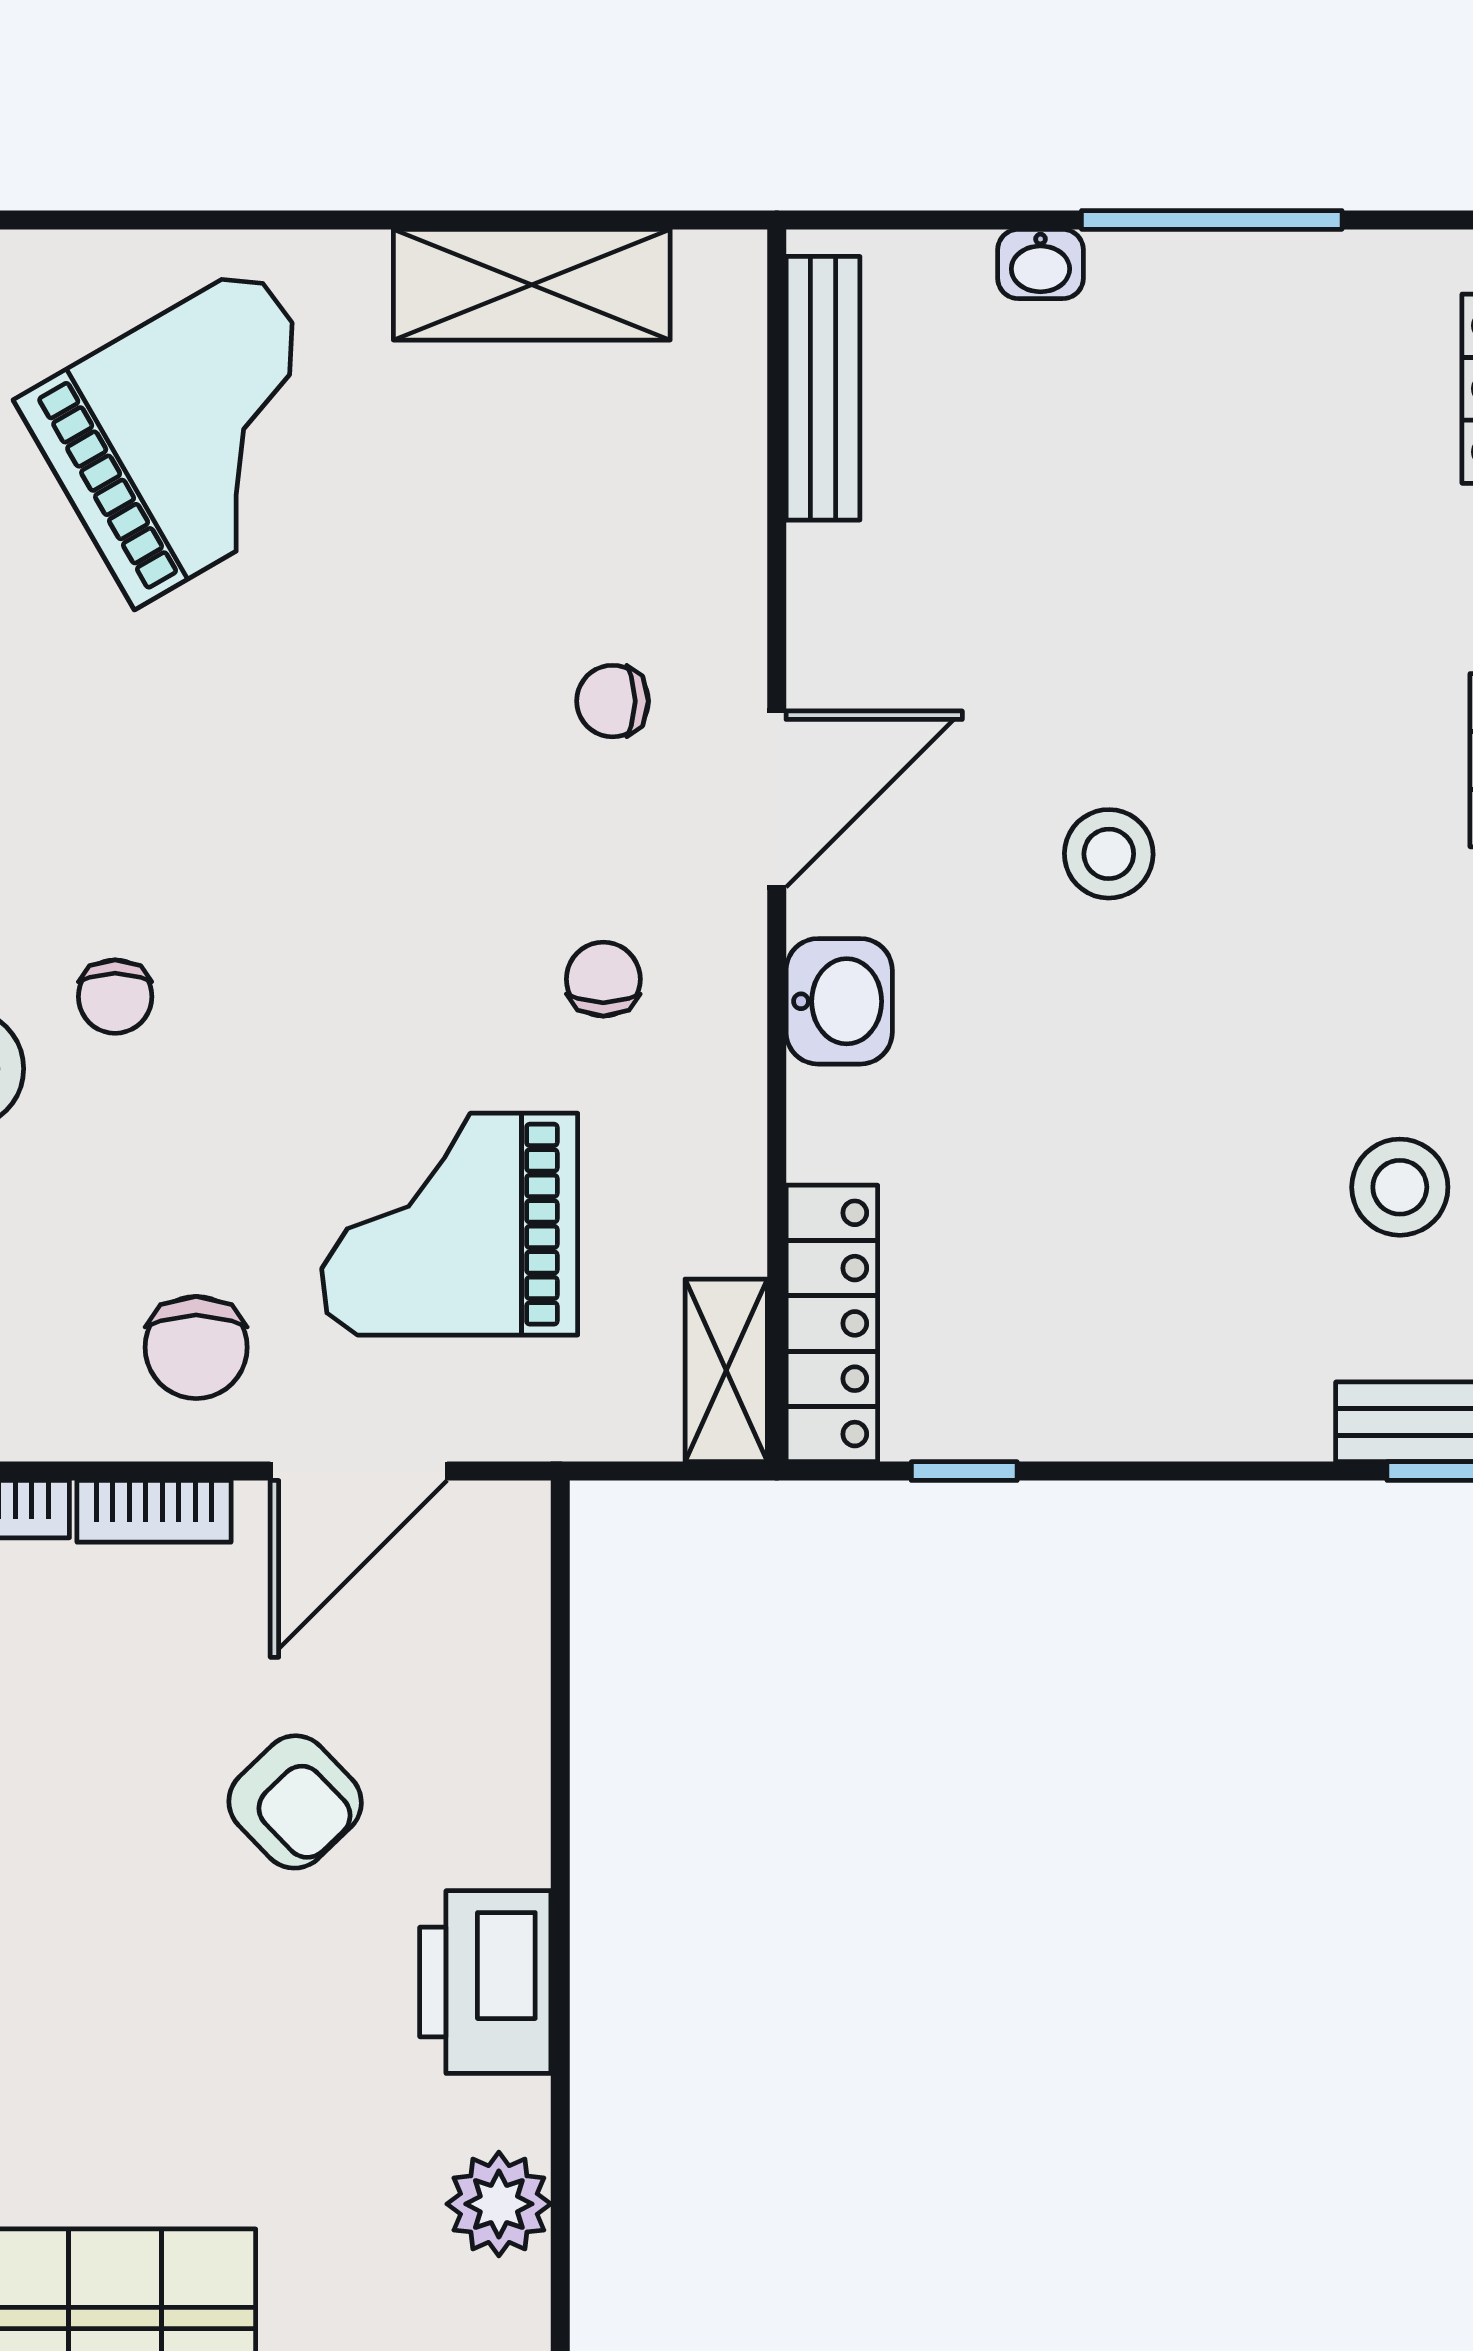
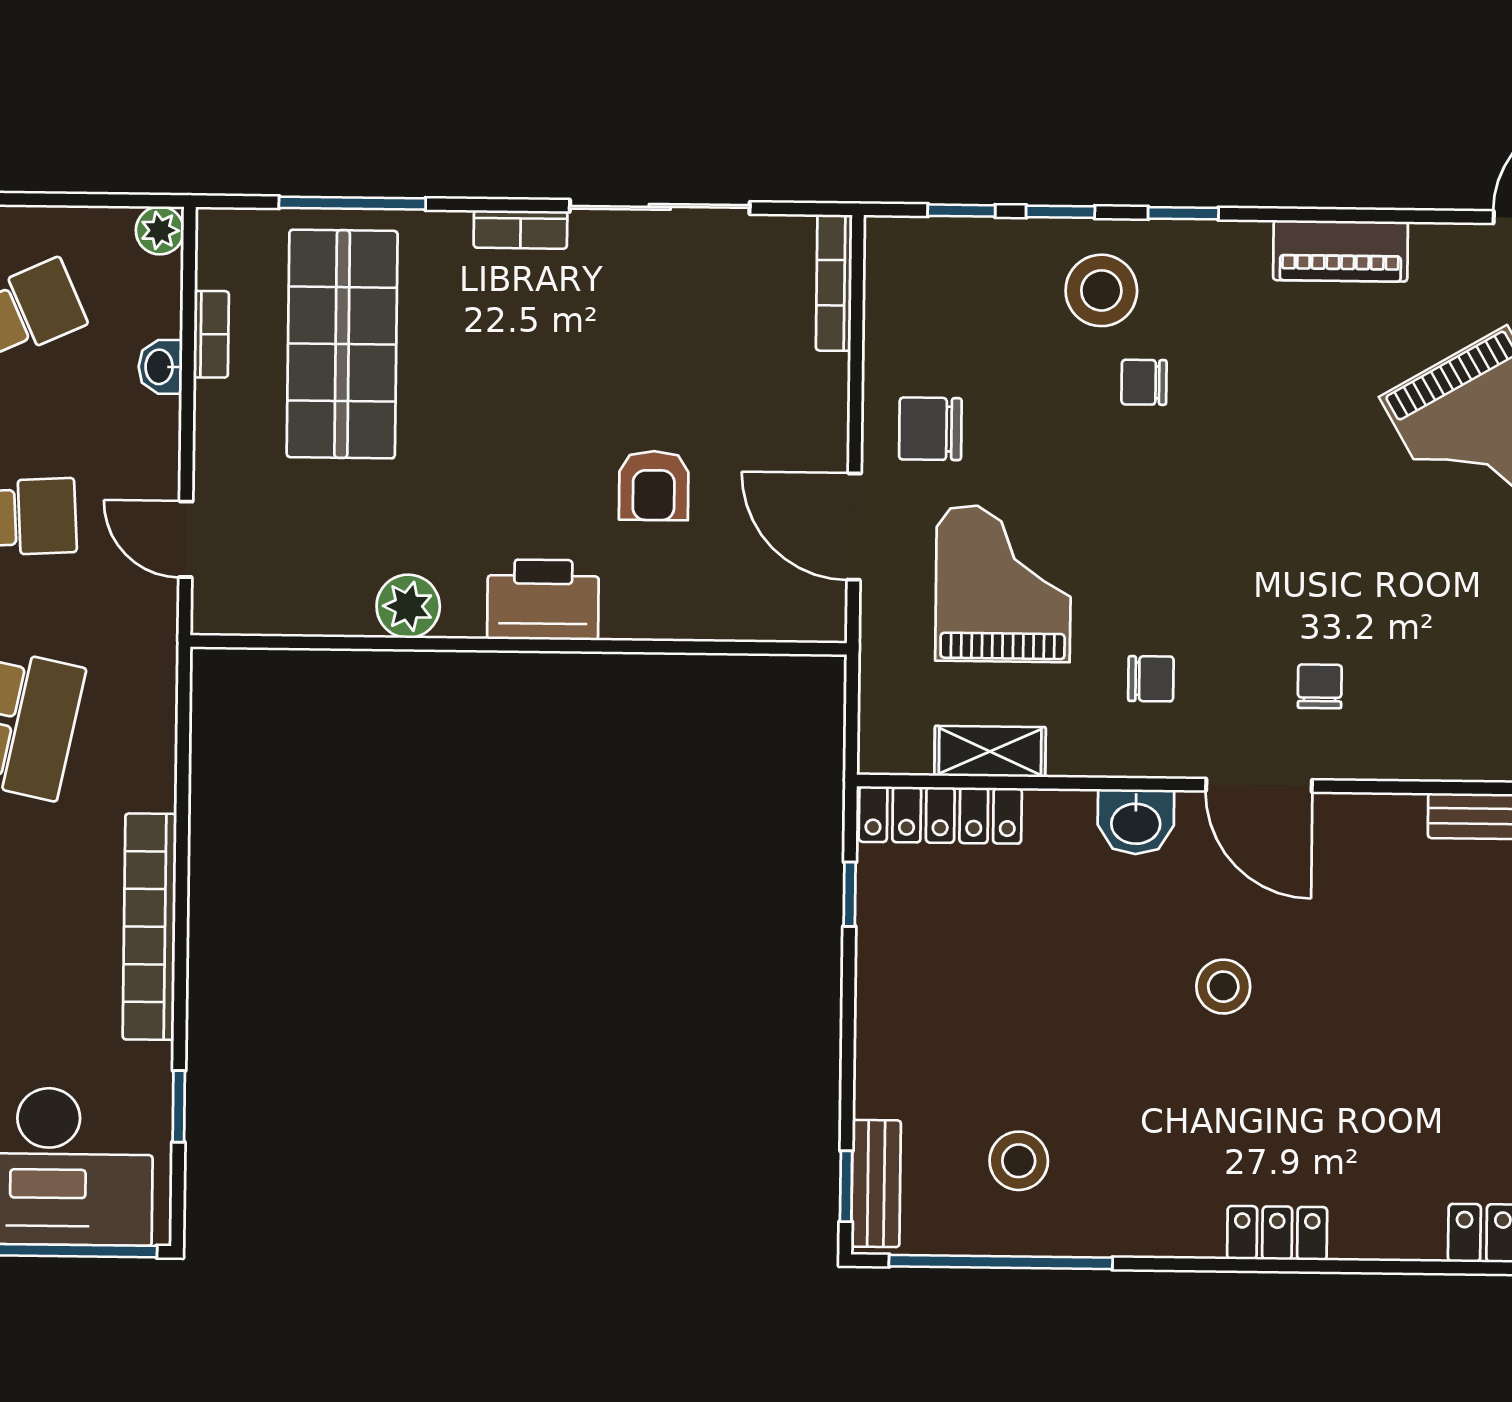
shelving: (726, 1370) -> (990, 751), moved
bookcase: (154, 1511) -> (831, 402), removed
armchair: (295, 1802) -> (654, 486), turned -46

